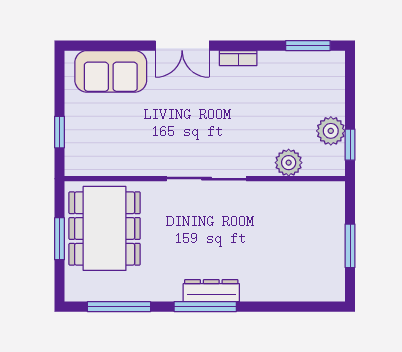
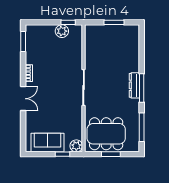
sofa: (111, 71) -> (48, 143), moved, turned -90
plant: (289, 163) -> (76, 146), moved

